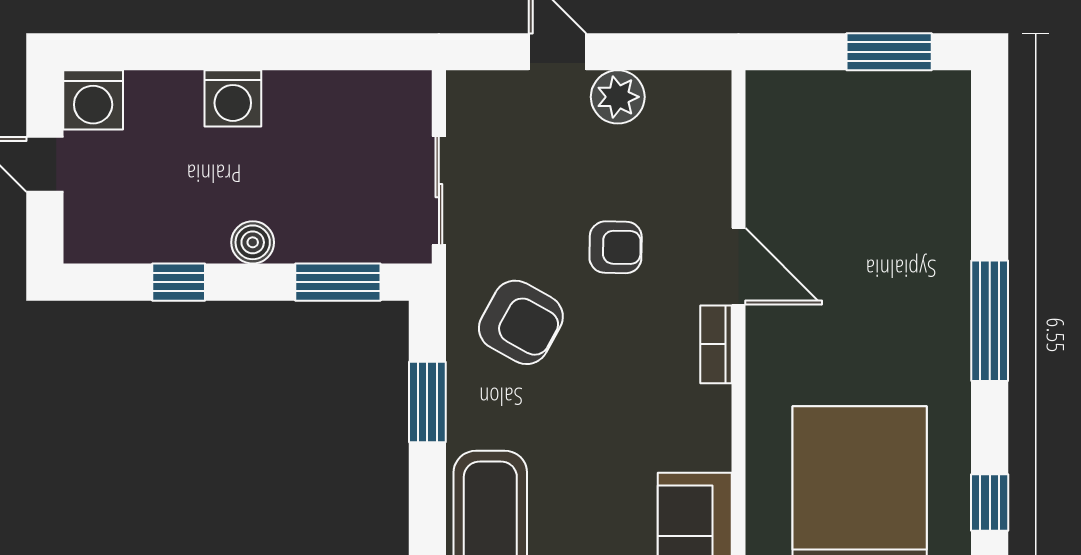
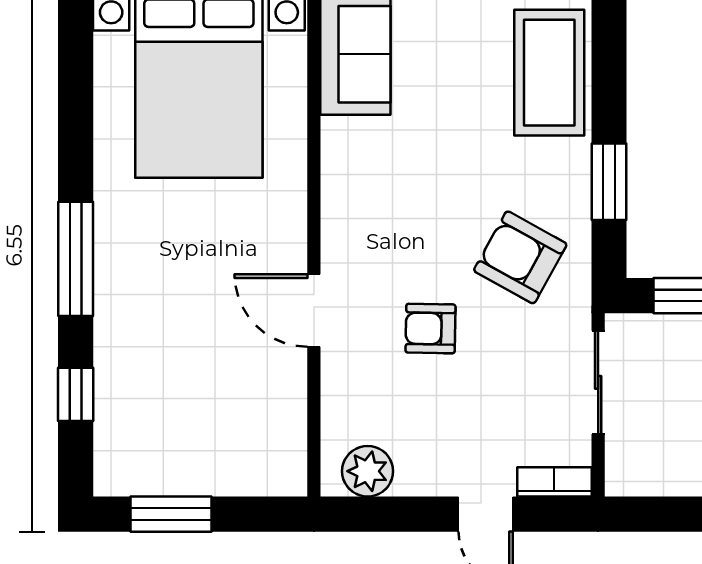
plant: (618, 97) -> (368, 471), moved
bookcase: (716, 344) -> (554, 482), moved, turned -90
window: (990, 503) -> (76, 394), moved

